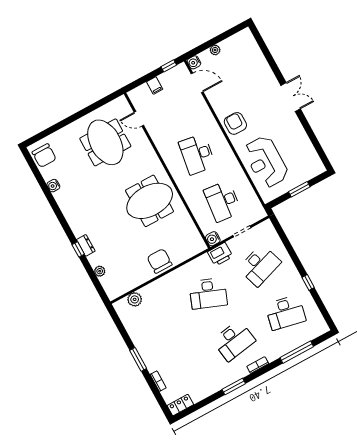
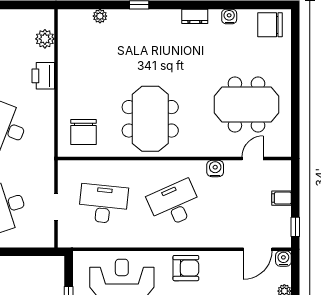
desk: (197, 154) -> (174, 204), turned -33
water cooler: (213, 239) -> (215, 168), moved
dresser: (86, 245) -> (195, 16), moved
printer: (220, 254) -> (43, 76), moved
chair: (160, 261) -> (84, 132), moved, turned 90

